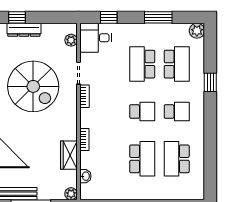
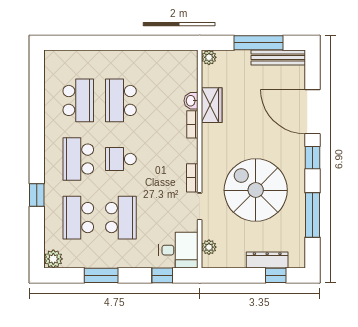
school desk: (177, 111) -> (78, 159), width x1.85
washbasin: (85, 176) -> (191, 101), moved

